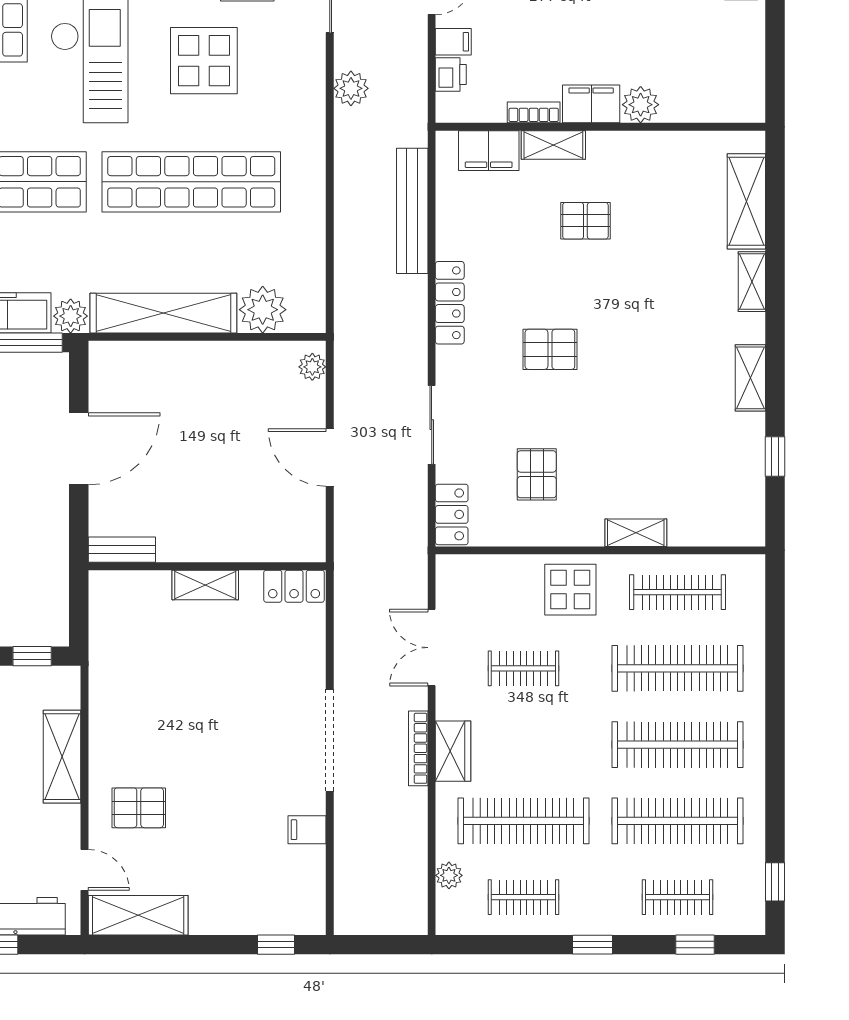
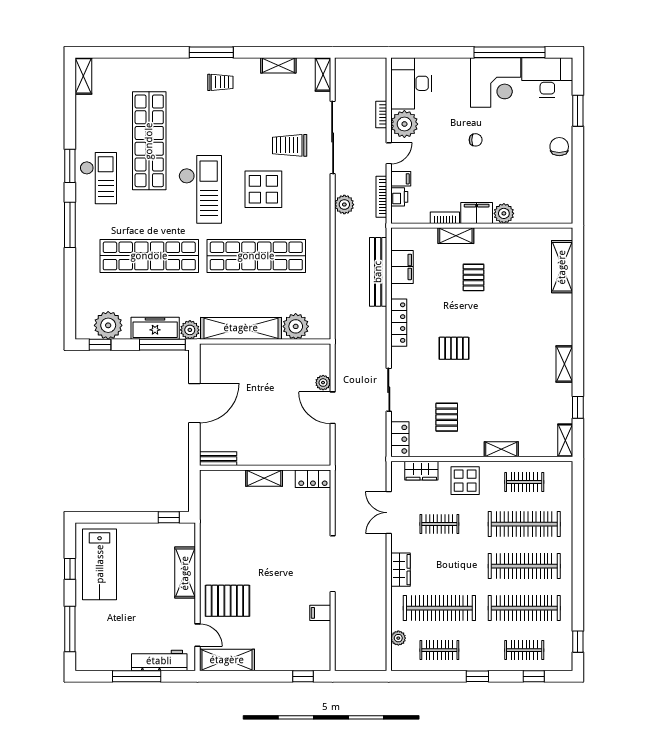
filing cabinet: (489, 151) -> (402, 267), moved, turned -90
pallet: (585, 221) -> (473, 277), turned 90
shelving: (752, 282) -> (565, 440), moved
plant: (312, 367) -> (323, 383), moved
wardrobe: (491, 571) -> (421, 471), added
clothes rail: (678, 592) -> (524, 482), width x0.73
bookcase: (418, 748) -> (381, 197), moved
pallet: (139, 808) -> (227, 601), width x1.50, depth x1.42

